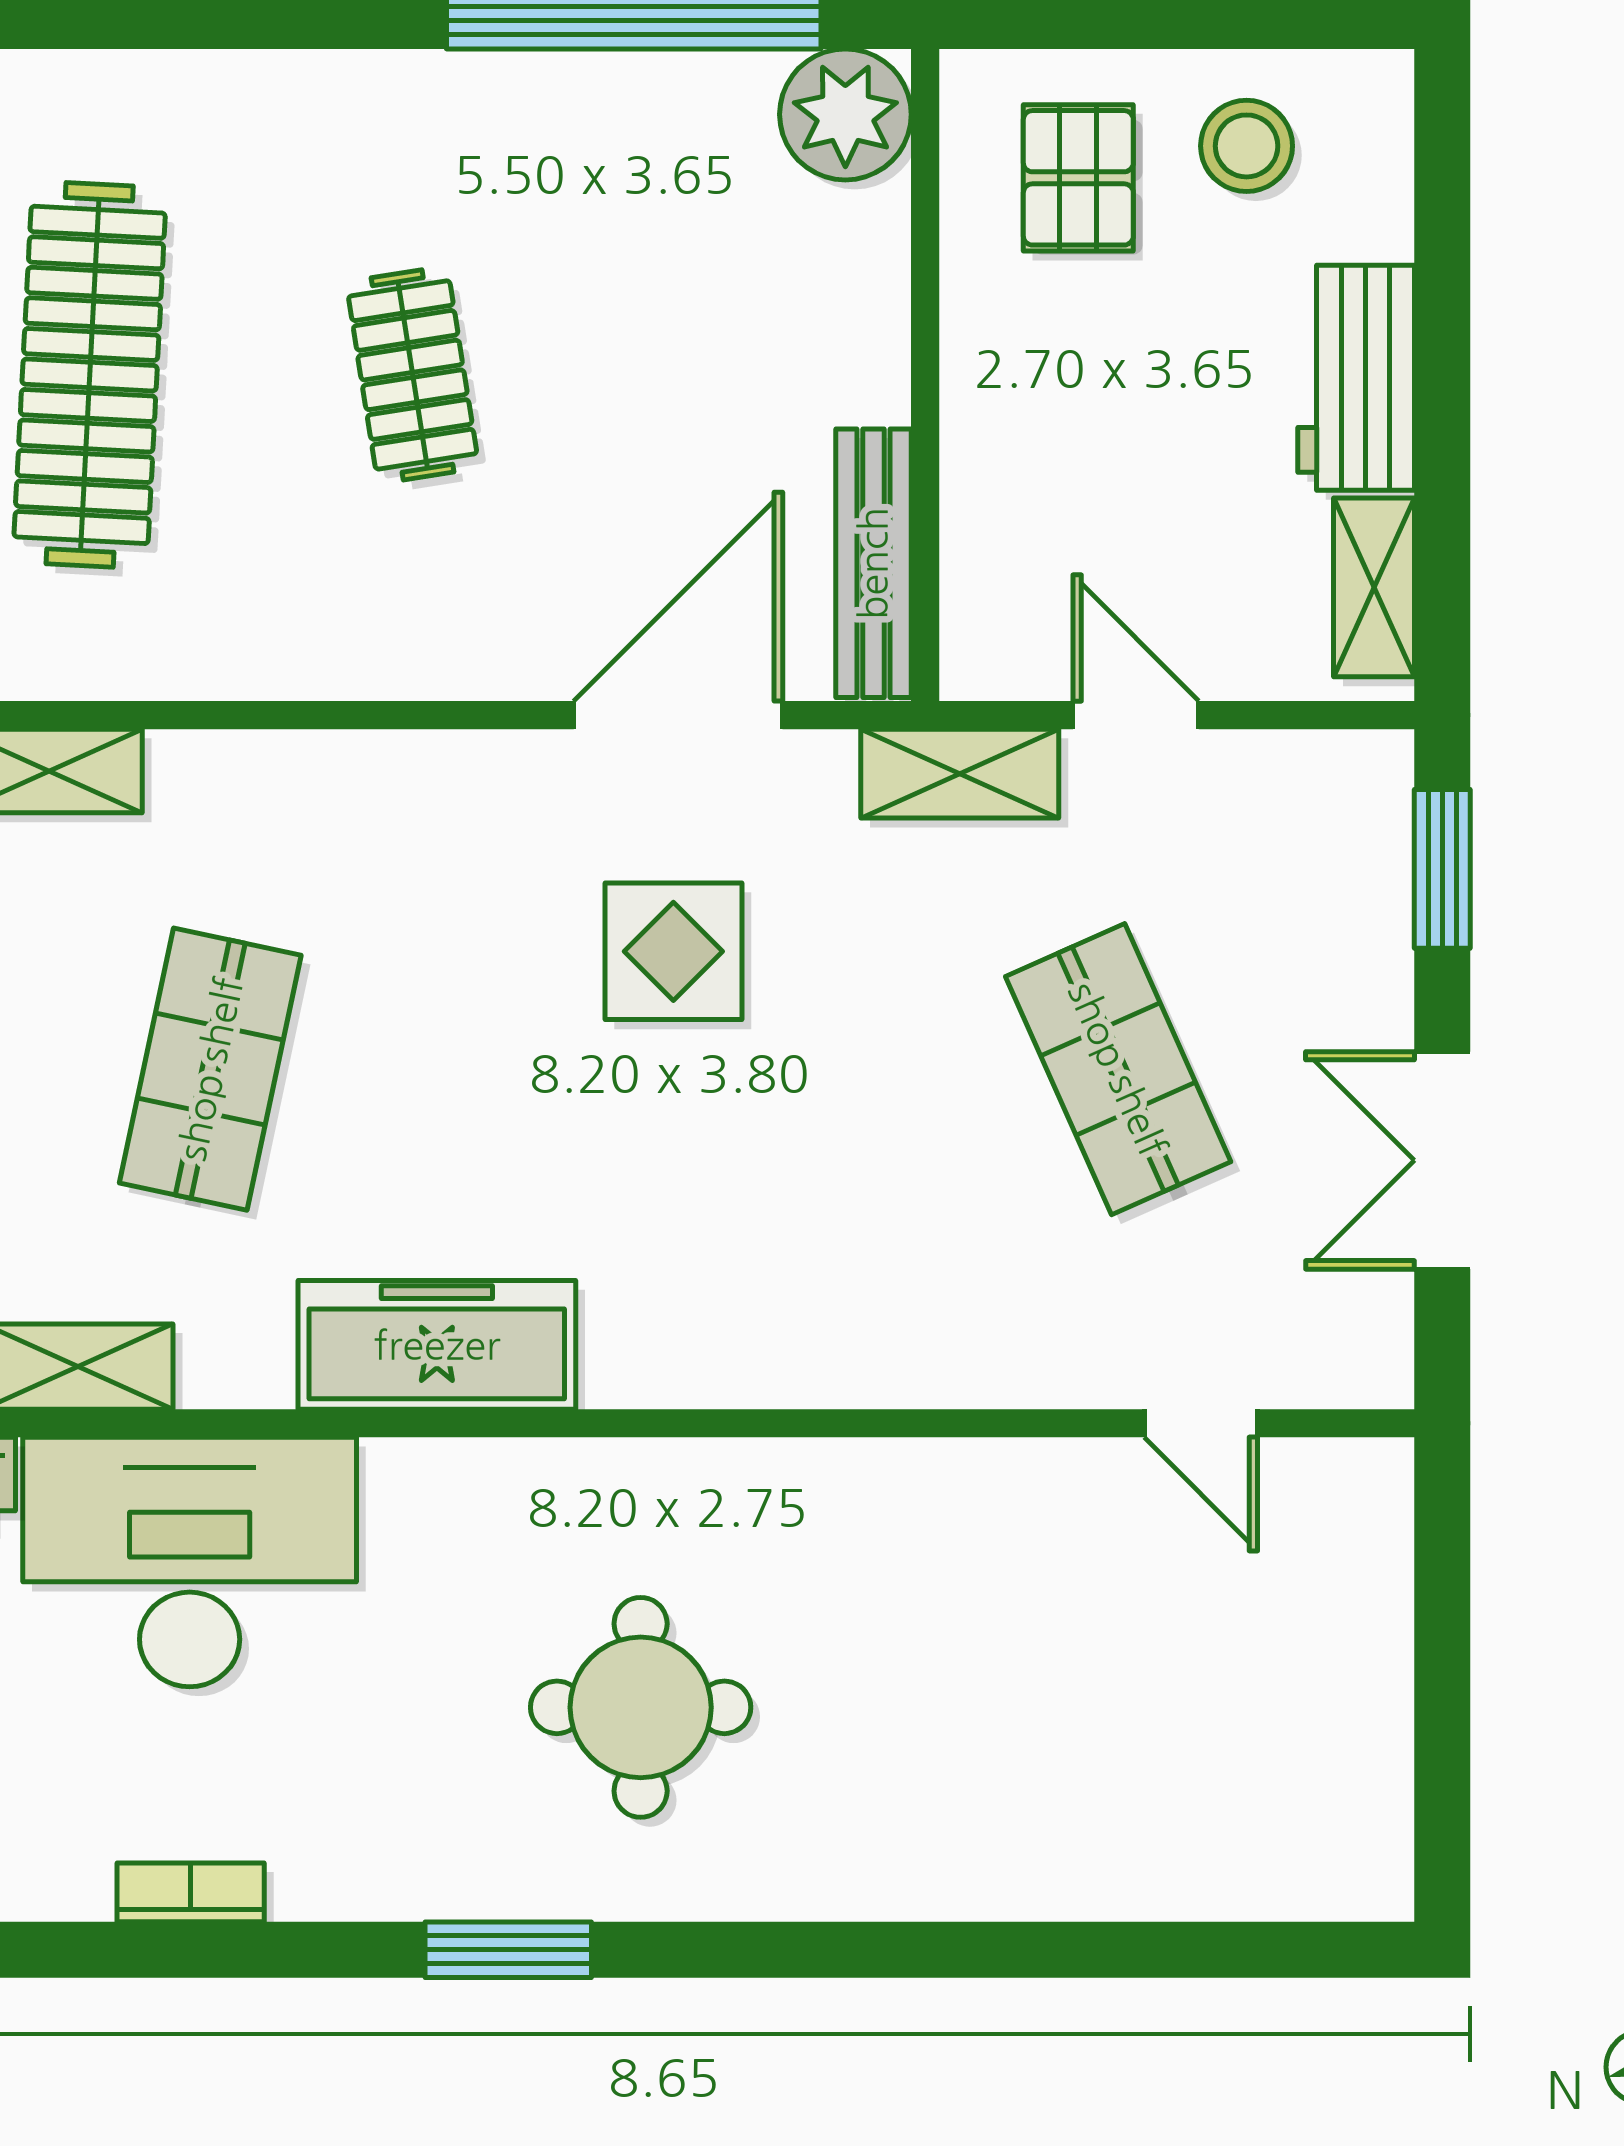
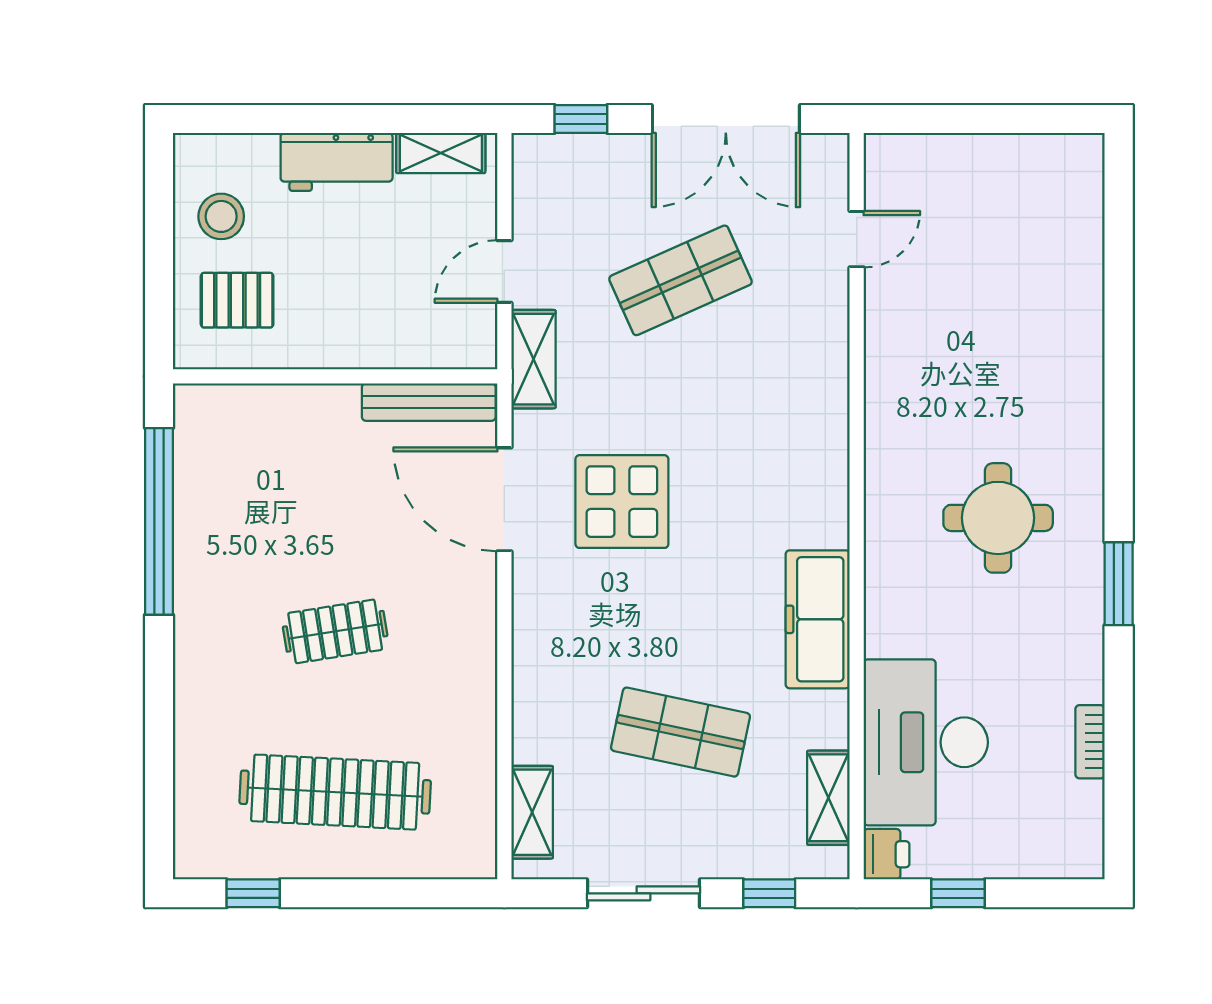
plant: (845, 114) -> (206, 416), removed
window: (1442, 869) -> (581, 119), width x0.67
display table: (673, 951) -> (622, 502), width x1.36, depth x1.36
double door: (1442, 1160) -> (726, 119), width x1.37

